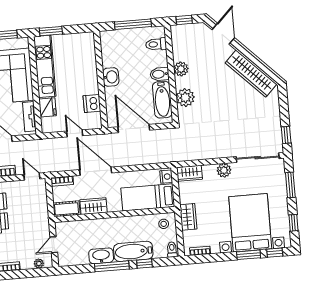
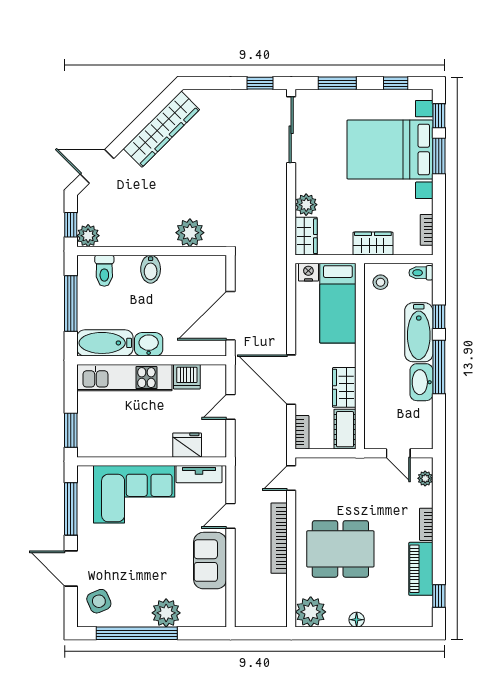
kitchen unit: (45, 66) -> (125, 378), moved, turned 180
plant: (181, 69) -> (88, 236), moved
bathtub: (162, 100) -> (105, 343), moved, turned 180
plant: (224, 170) -> (306, 205), moved
door: (96, 171) -> (291, 380), hinge flipped

